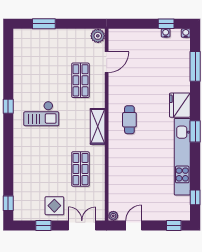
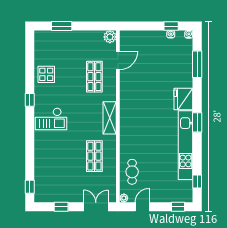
checkout: (41, 114) -> (51, 119), moved
cafe table: (129, 120) -> (132, 172), moved
display table: (54, 206) -> (46, 74), moved

